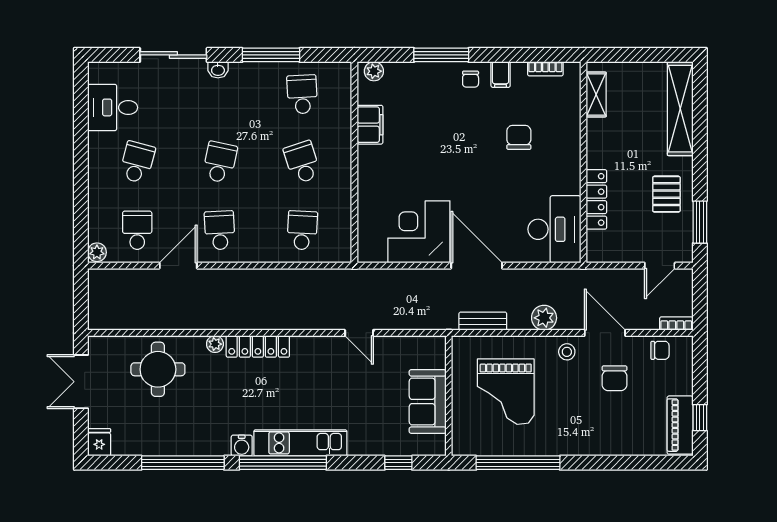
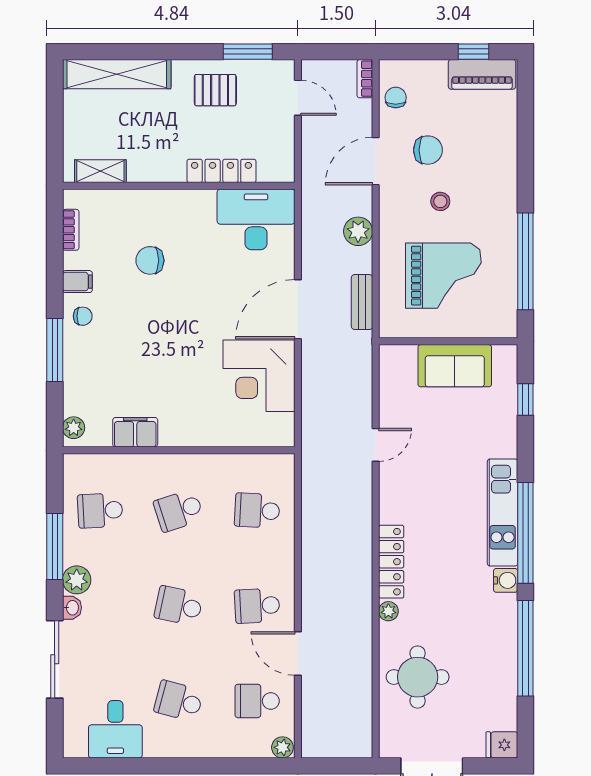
plant: (242, 74) -> (77, 580), added
stool: (567, 352) -> (440, 201), moved

